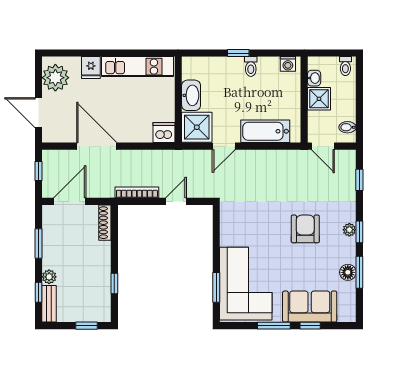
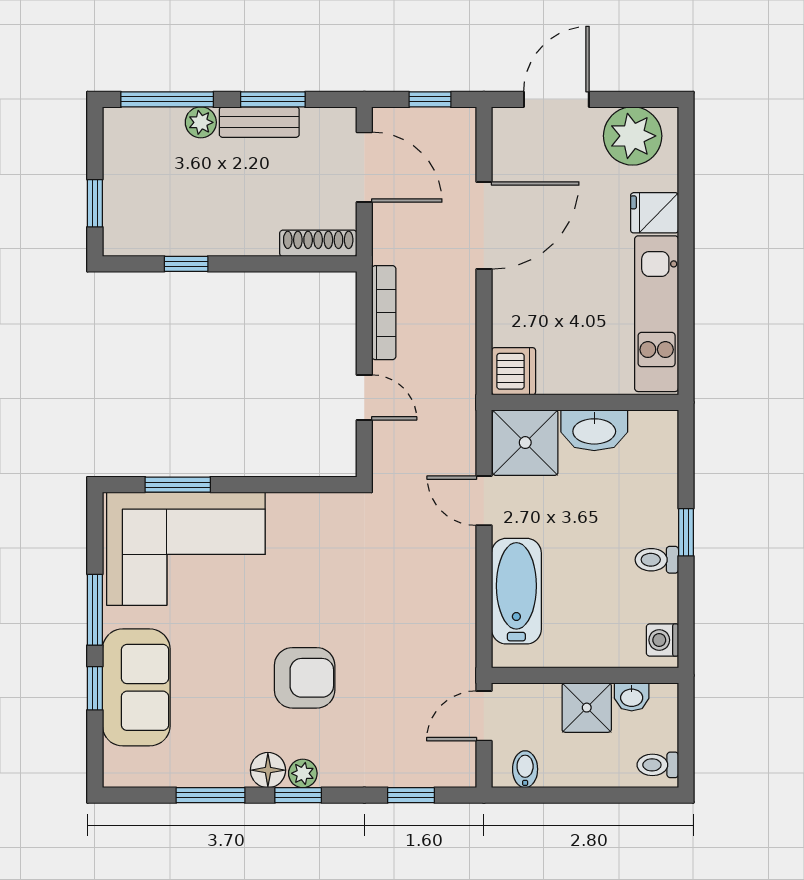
floor lamp: (348, 272) -> (268, 770), moved
window: (39, 292) -> (167, 99), width x2.17
bench: (49, 304) -> (259, 122), moved

